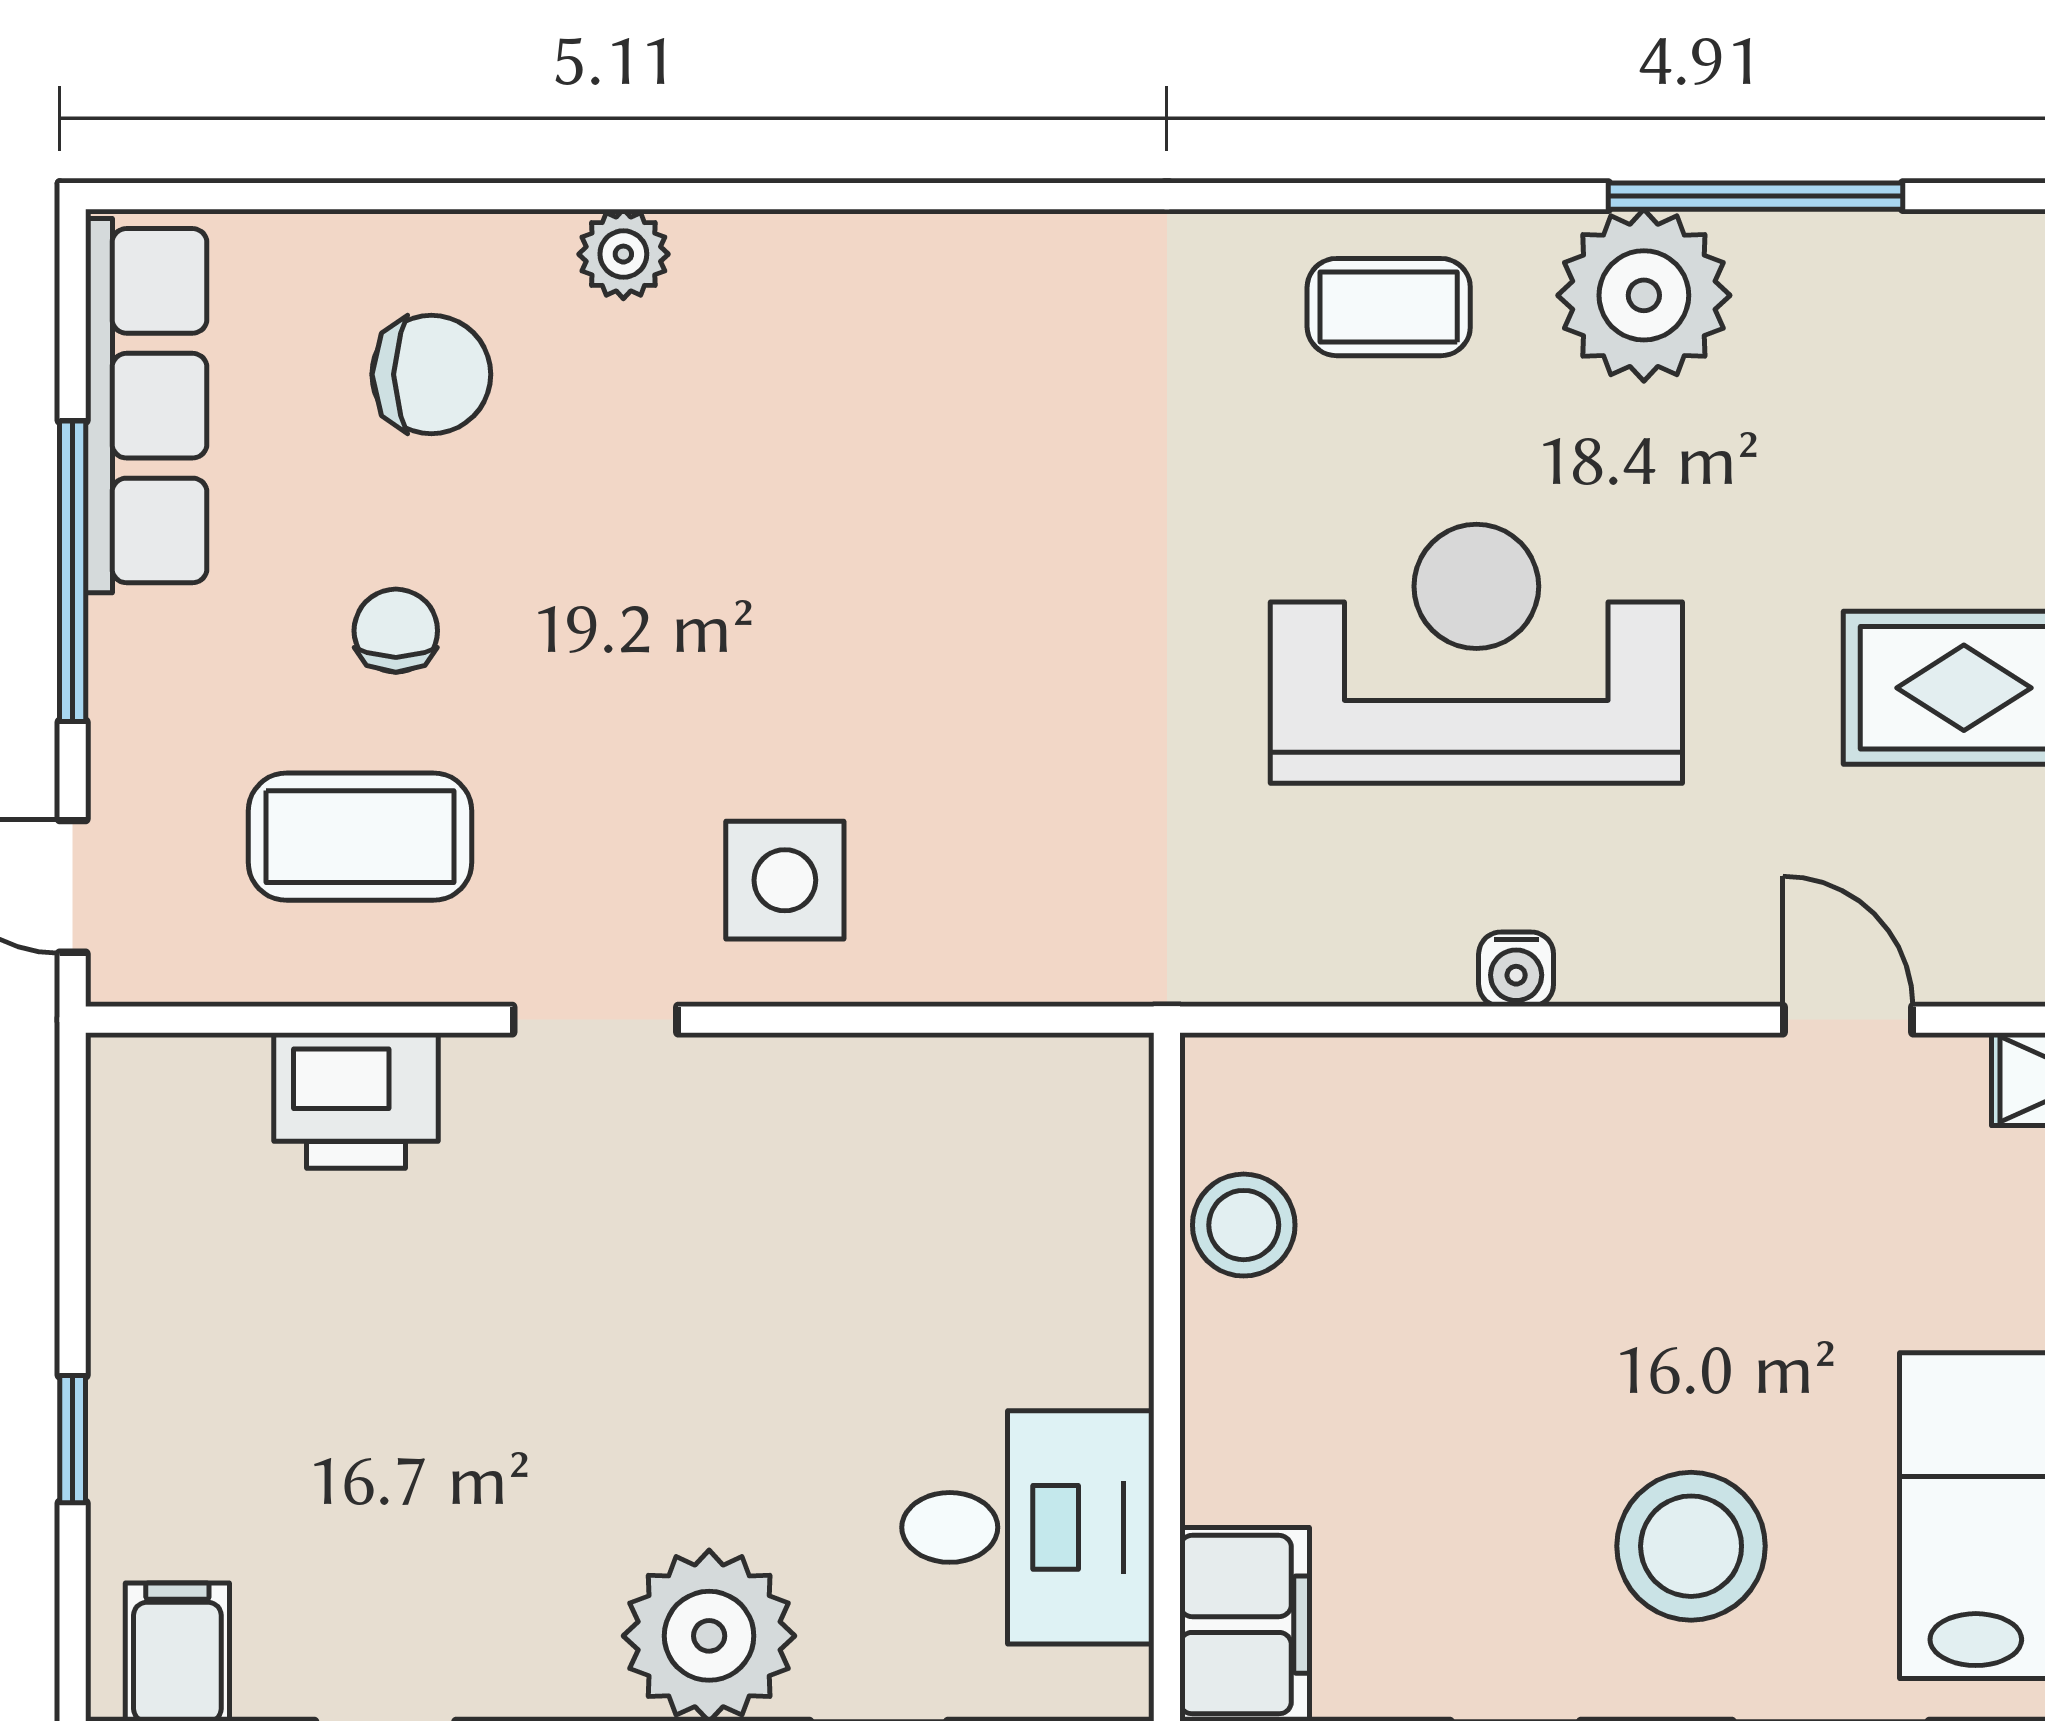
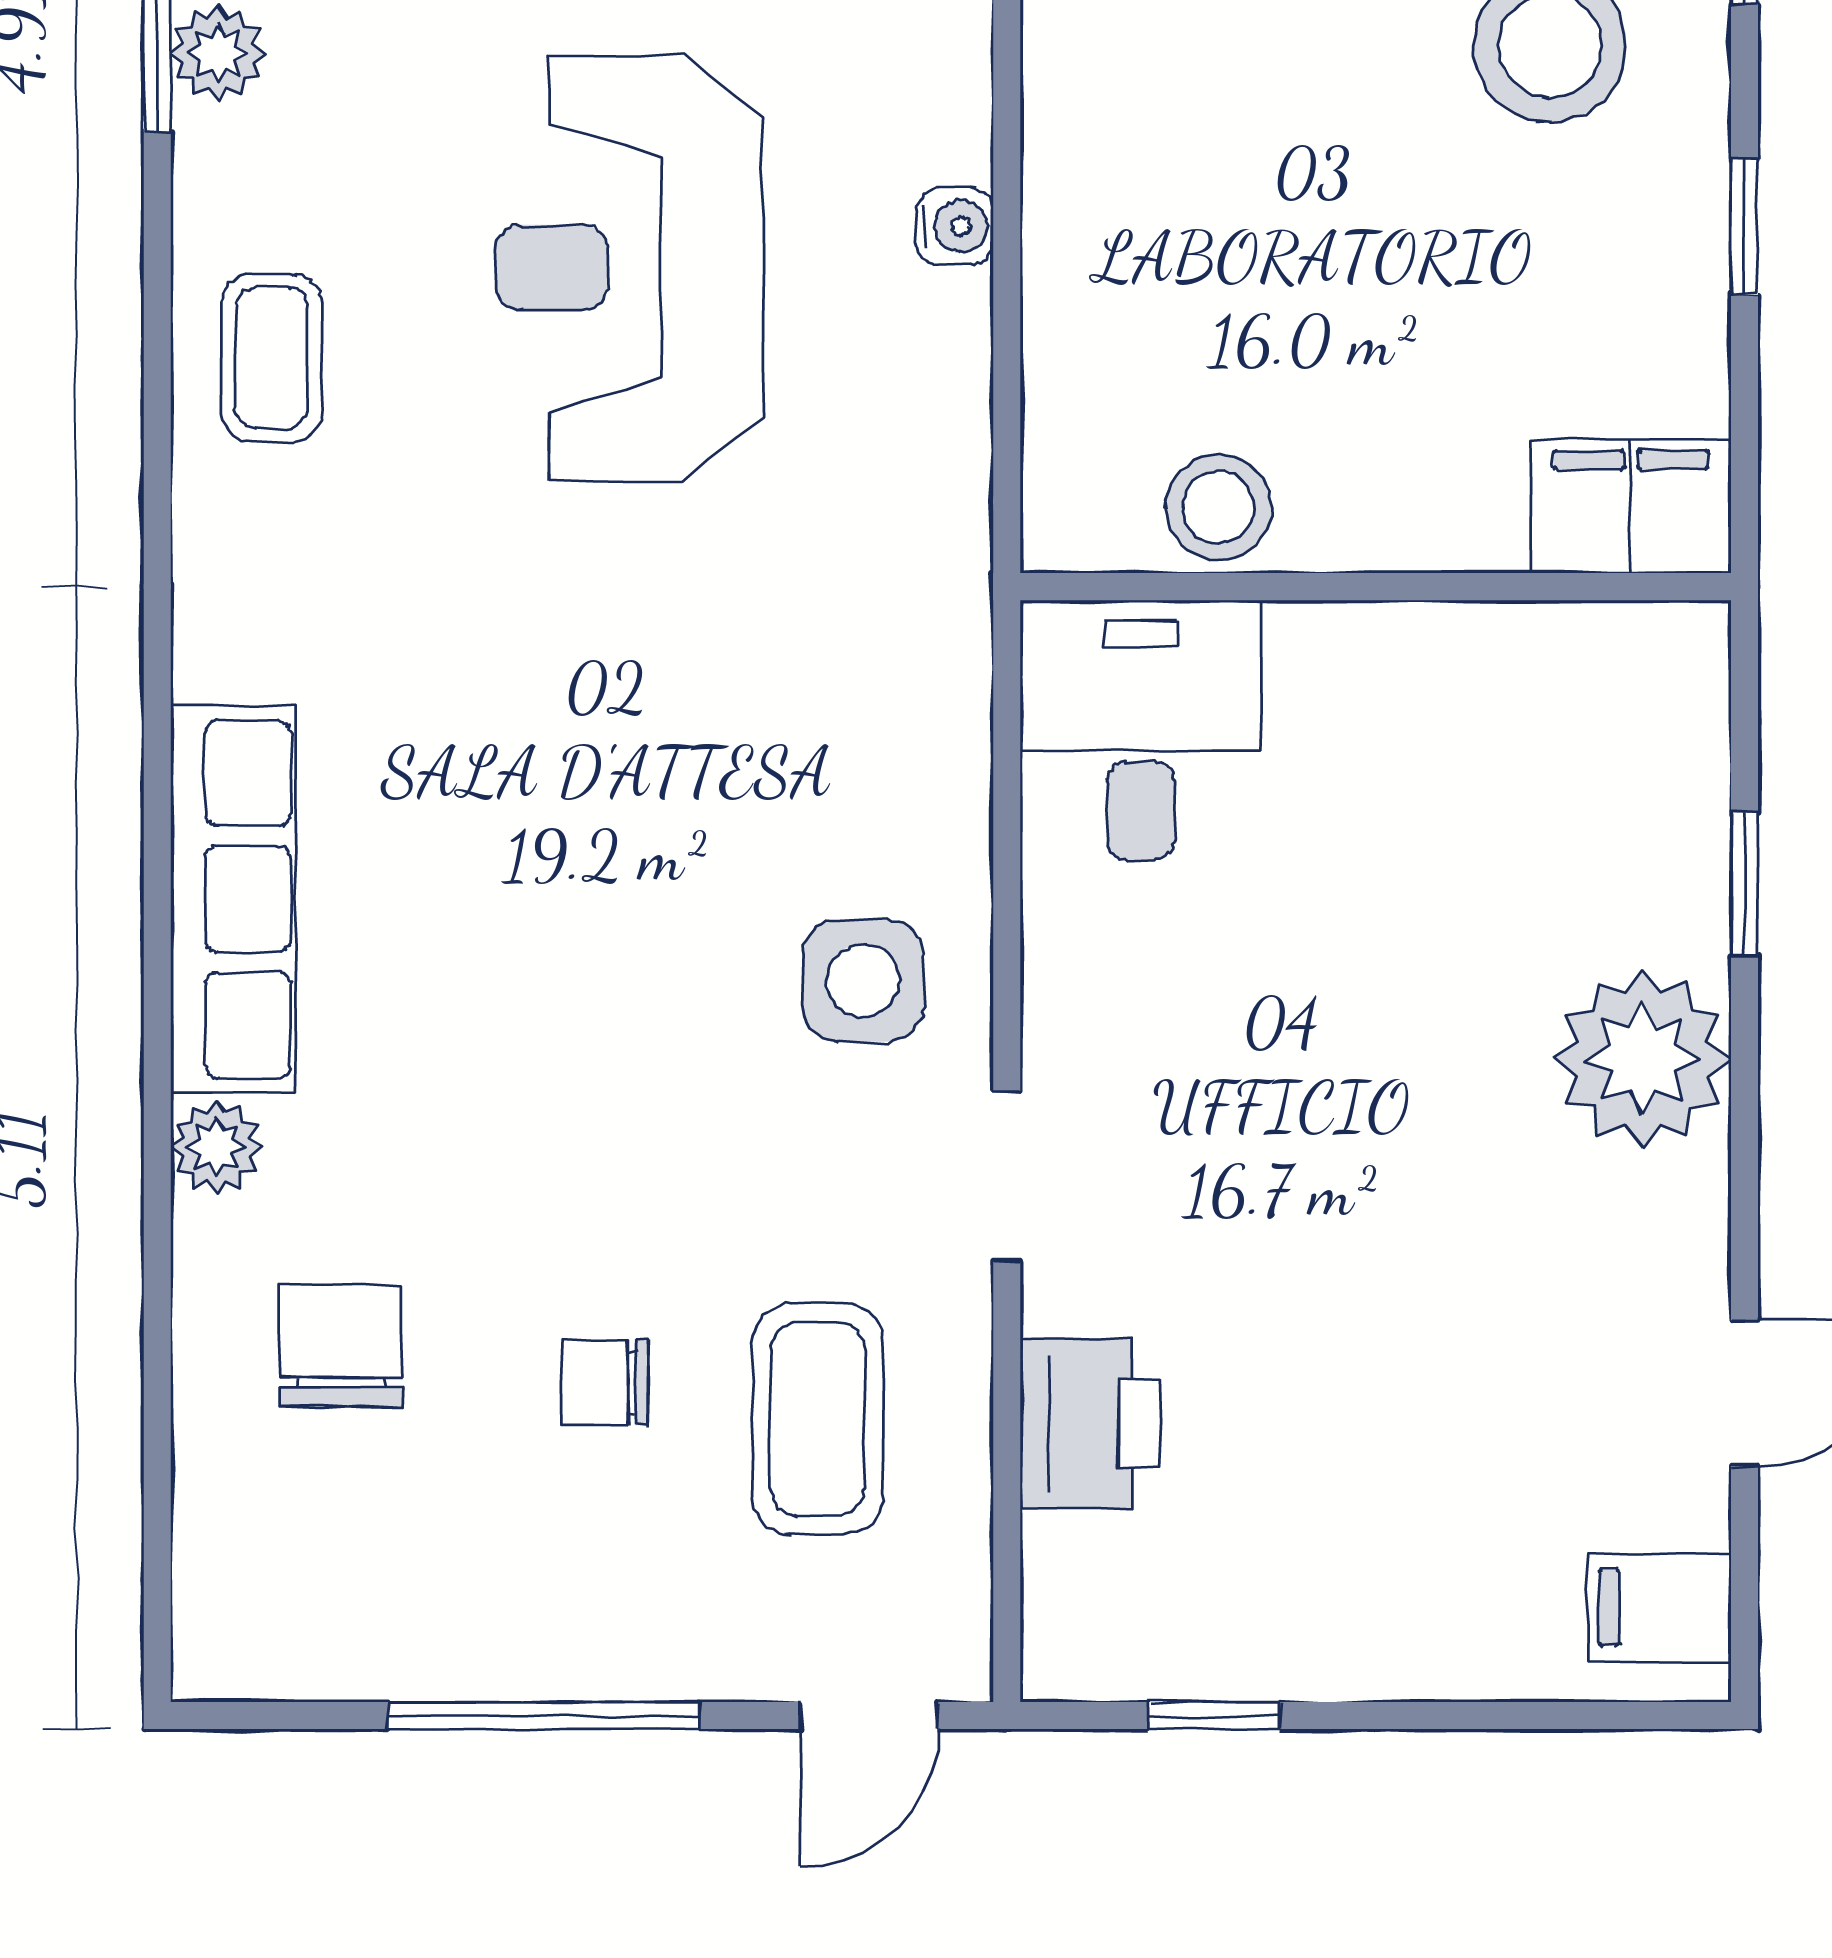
plant: (1644, 295) -> (218, 53), width x0.53, depth x0.53
row of seats: (146, 406) -> (233, 899), moved, turned 90
window: (73, 1439) -> (1214, 1716), moved
desk: (1028, 1527) -> (1141, 730), moved

